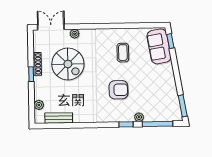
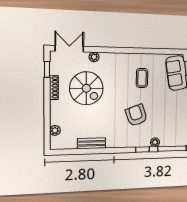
window: (31, 74) -> (47, 69), moved
armchair: (118, 90) -> (136, 115), turned -110
bench: (59, 118) -> (92, 143), moved

